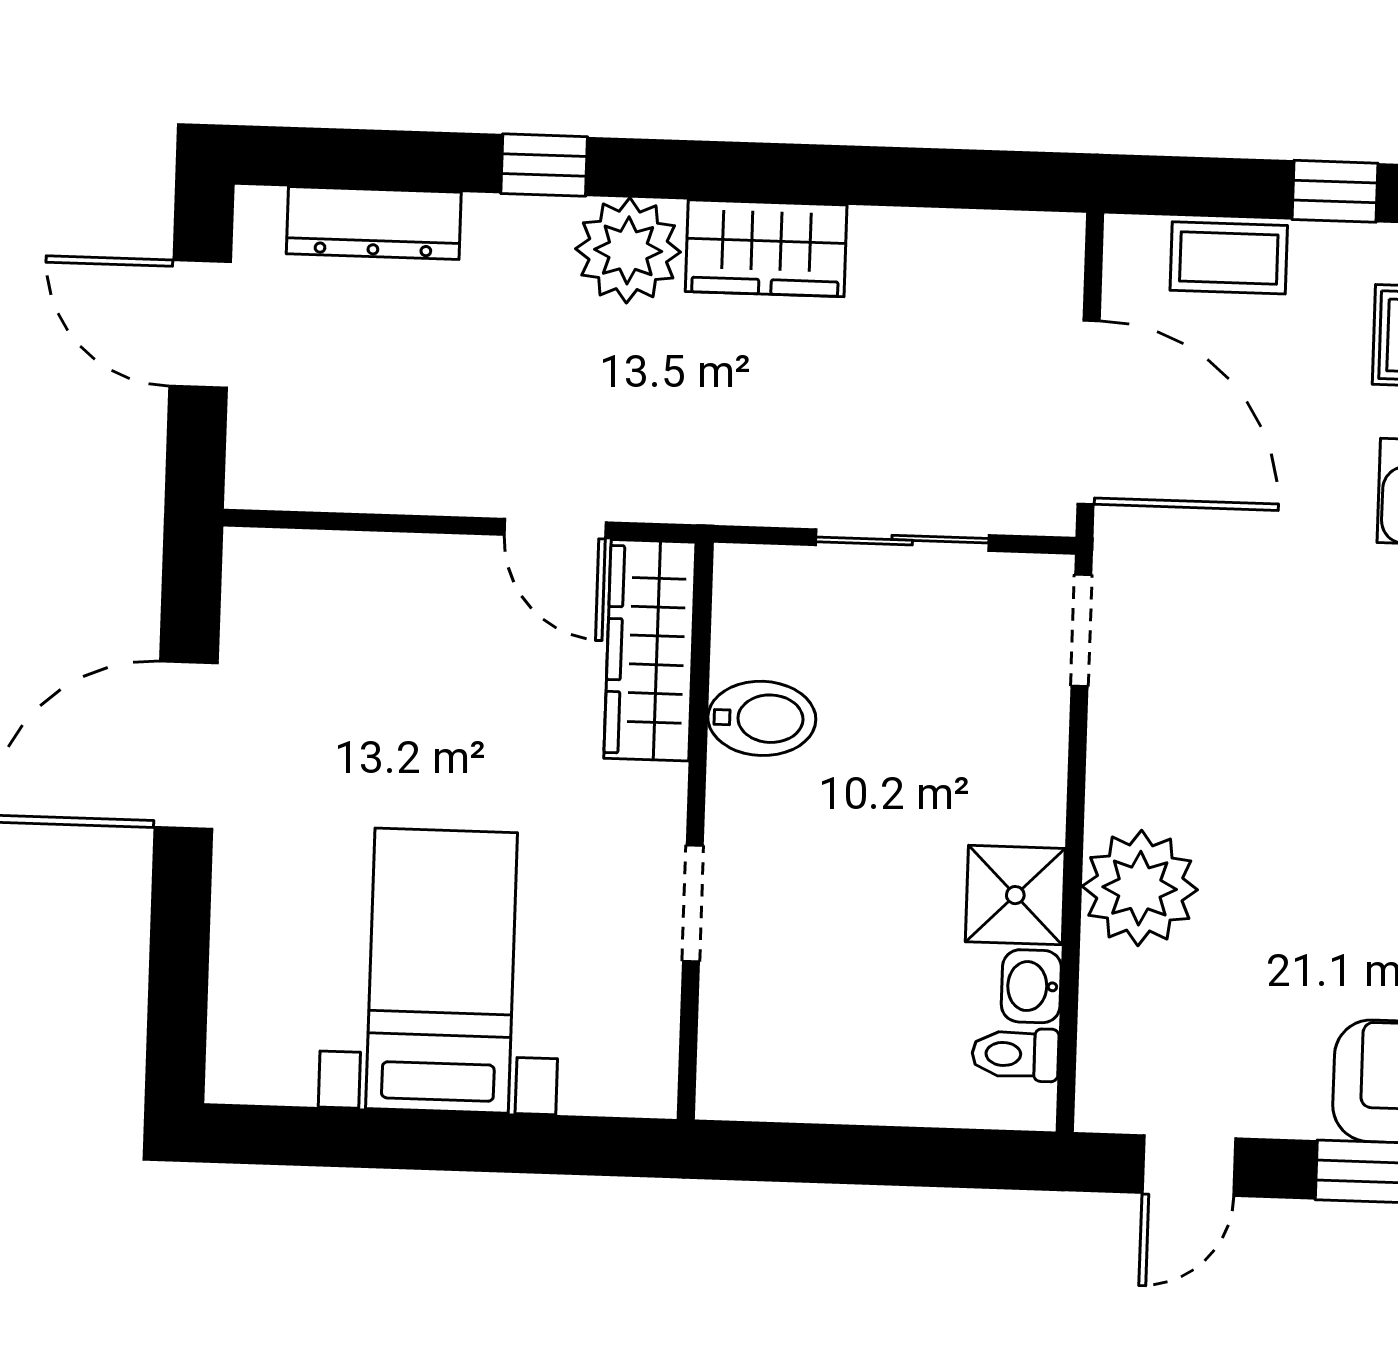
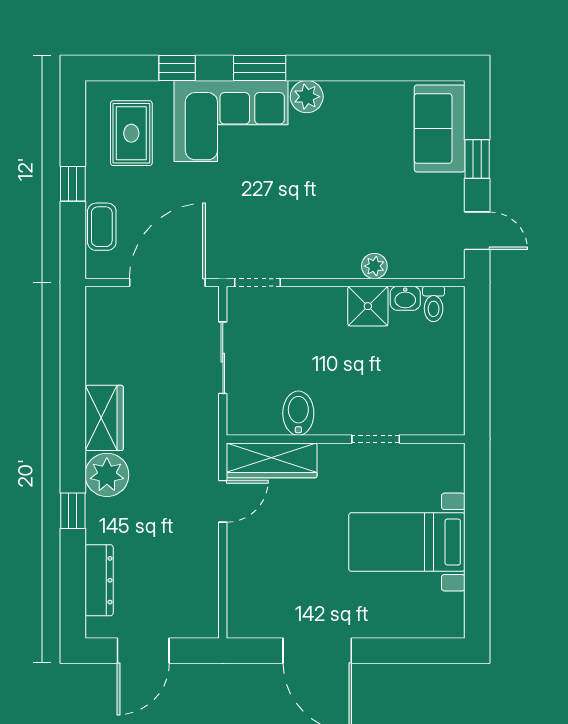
plant: (1140, 888) -> (374, 266), width x0.53, depth x0.53

